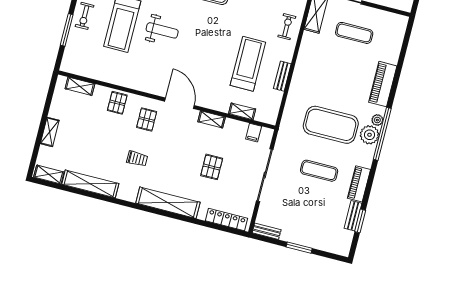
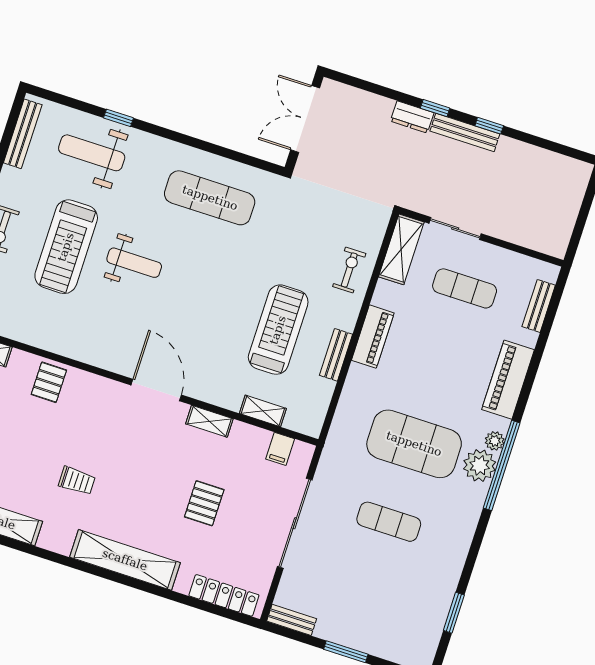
pallet: (147, 119) -> (98, 414), removed
piano: (359, 184) -> (373, 337), moved, turned 180
bench: (353, 216) -> (539, 306), moved

